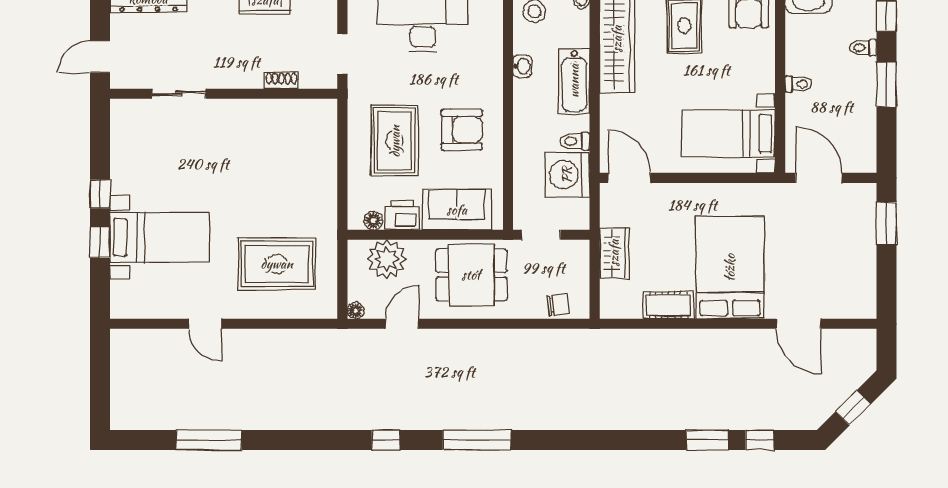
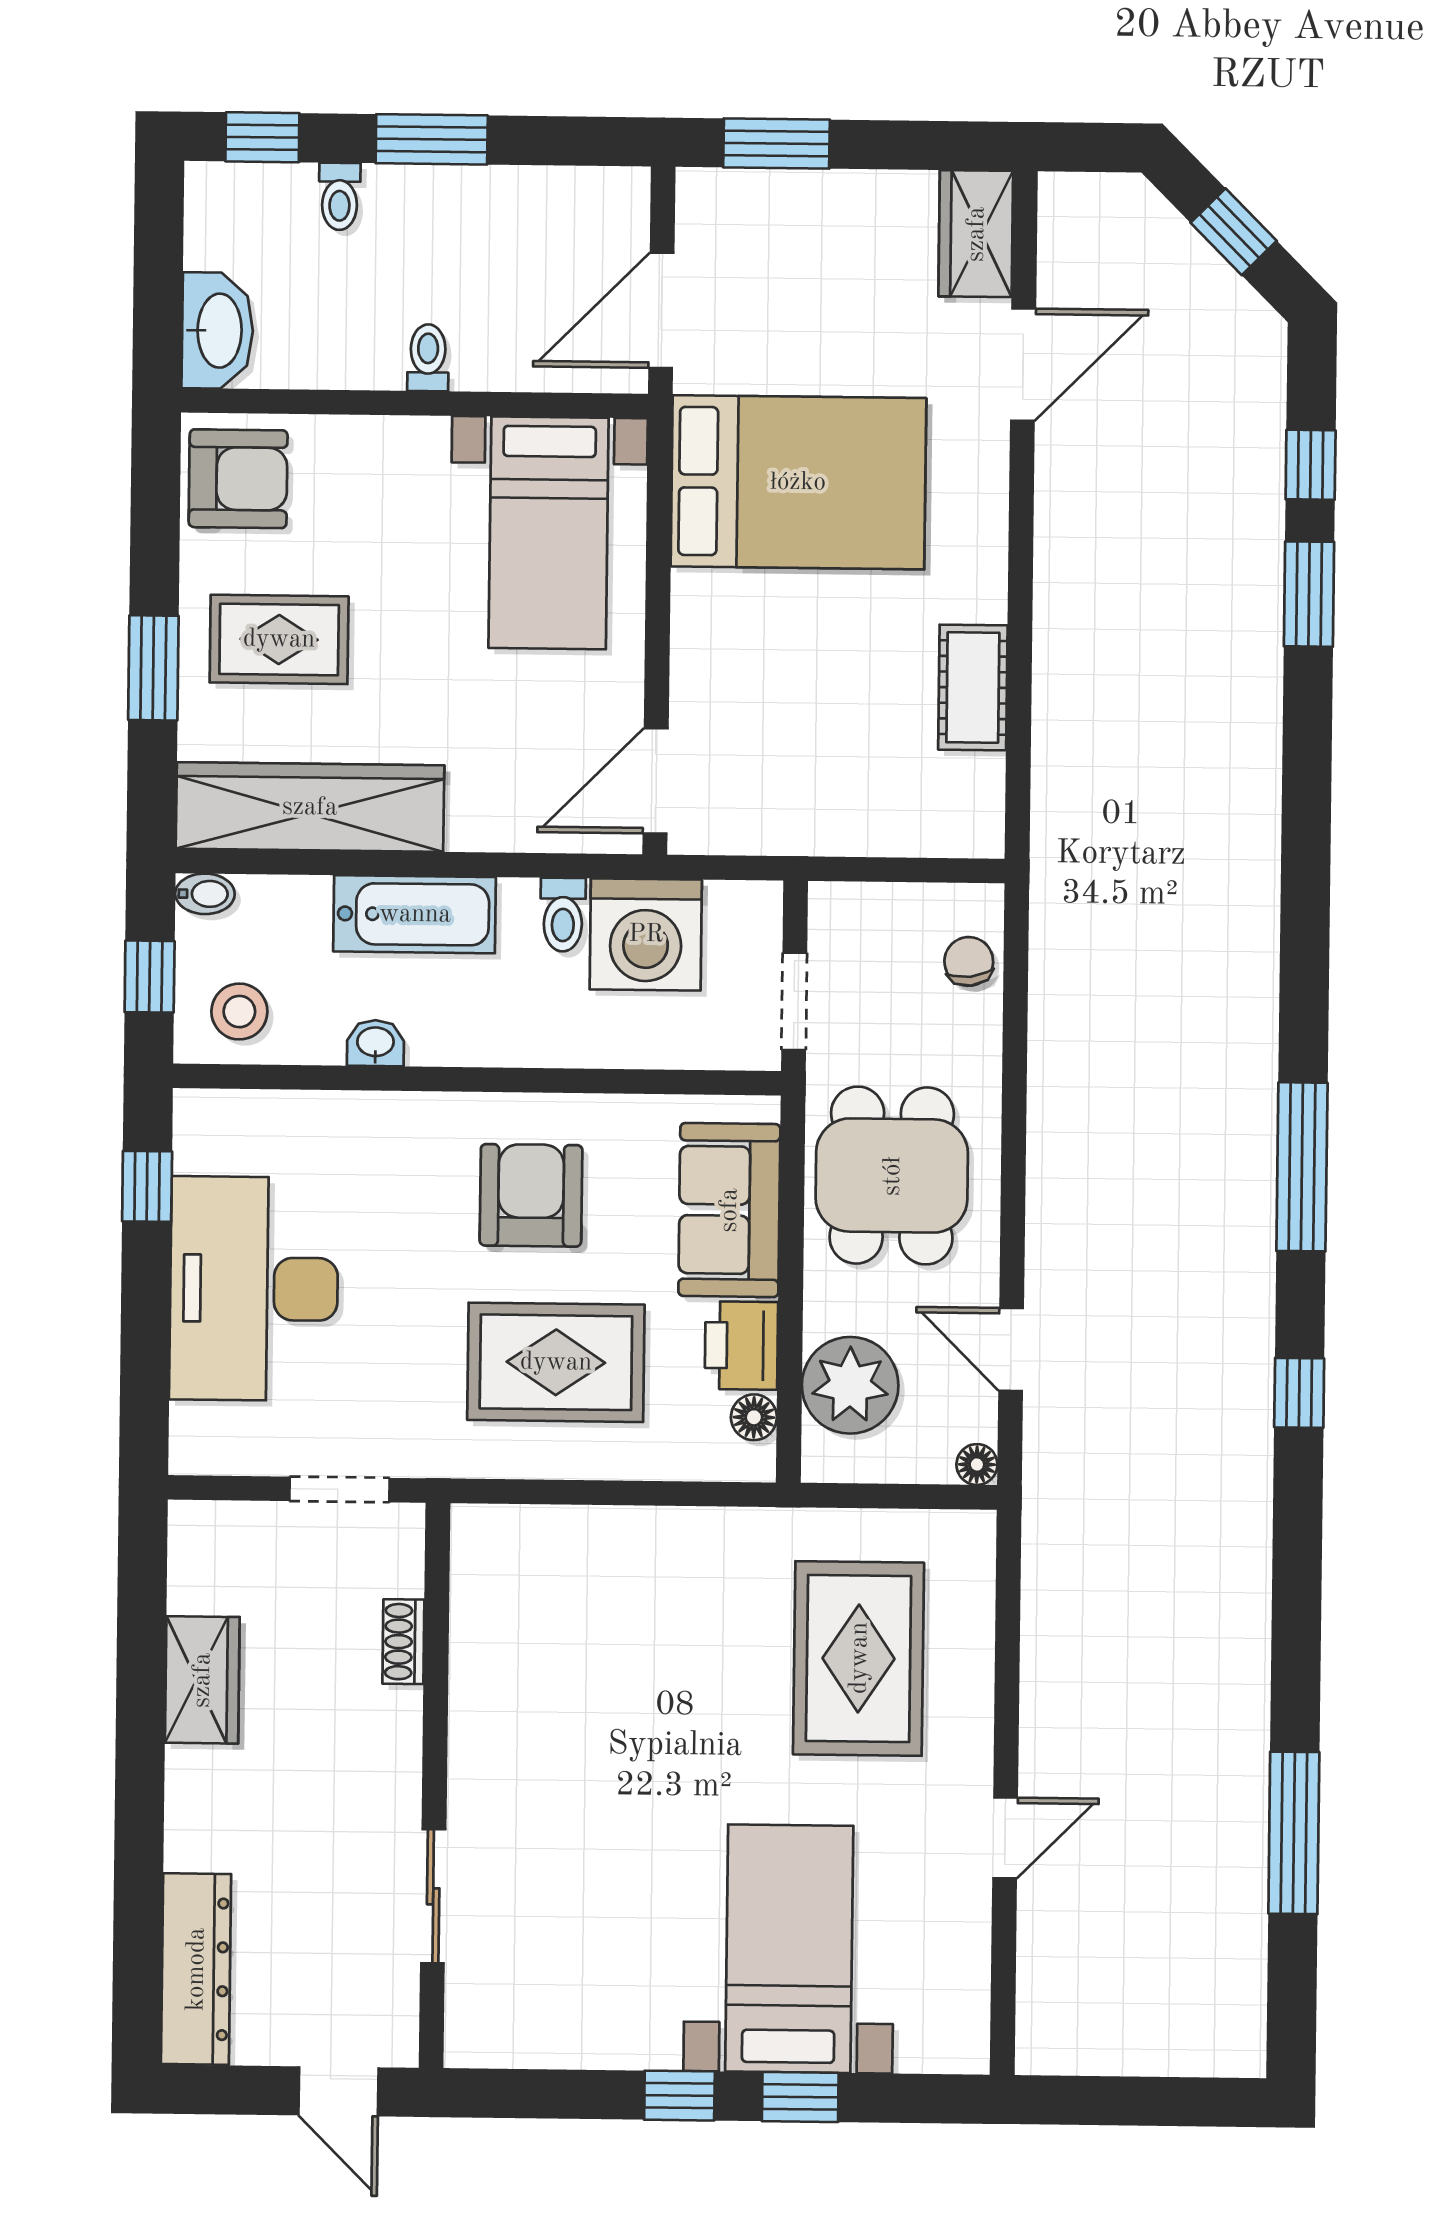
wardrobe: (614, 253) -> (976, 234), moved, turned -90
bed: (730, 268) -> (798, 482), moved, turned 180

